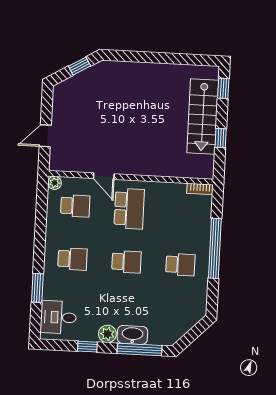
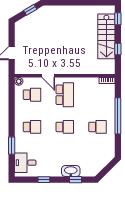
plant: (107, 334) -> (56, 171), removed
window: (140, 349) -> (75, 180), width x0.46

